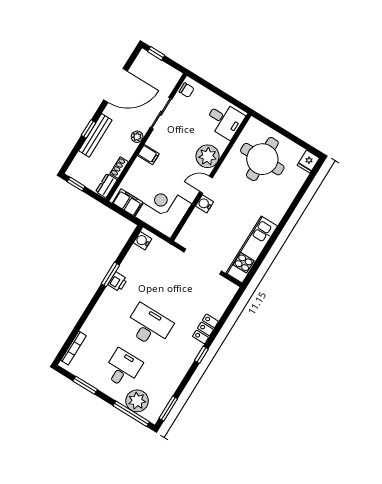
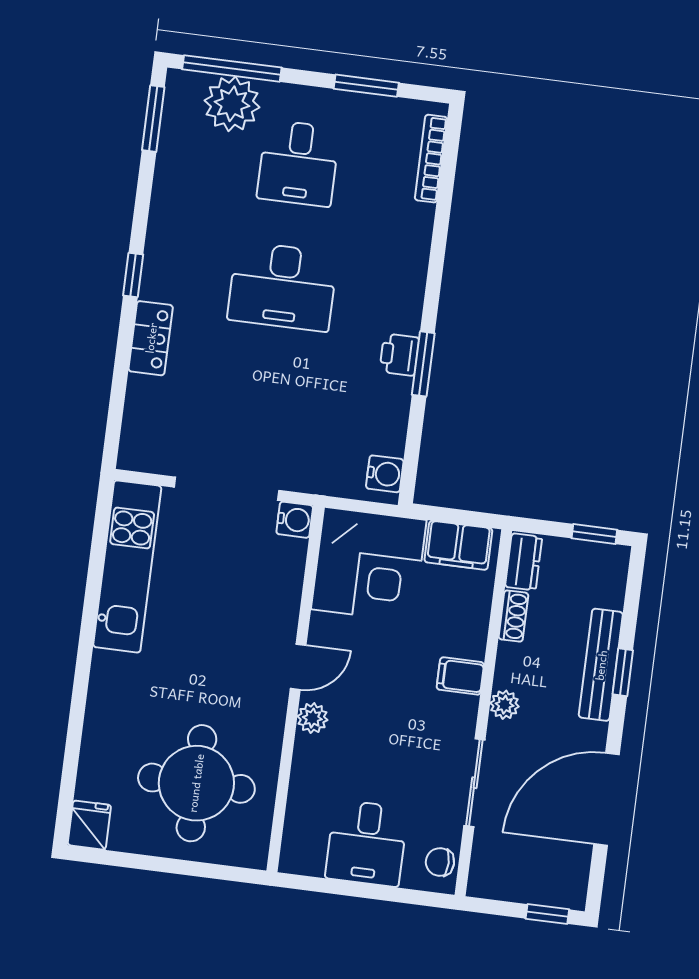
desk: (225, 120) -> (367, 843), moved, turned -90
plant: (208, 156) -> (312, 718), width x0.53, depth x0.53
water cooler: (205, 204) -> (295, 520), moved

